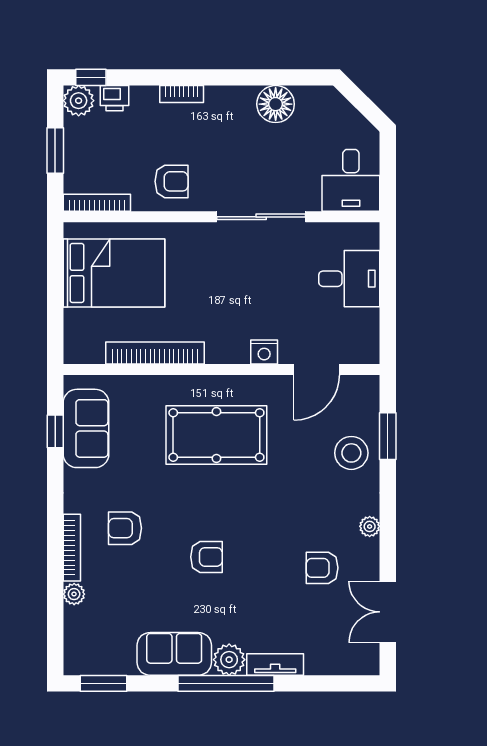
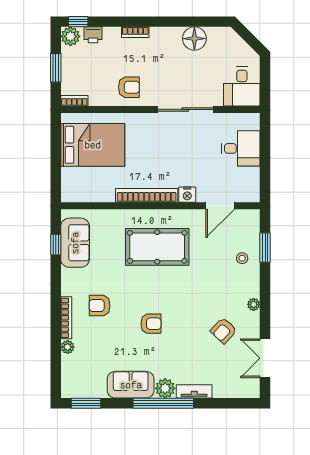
bookcase: (97, 203) -> (74, 101), width x0.64
bookcase: (155, 353) -> (147, 195), moved
stool: (351, 453) -> (242, 258), width x0.53, depth x0.53
armchair: (322, 568) -> (224, 331), turned -47

